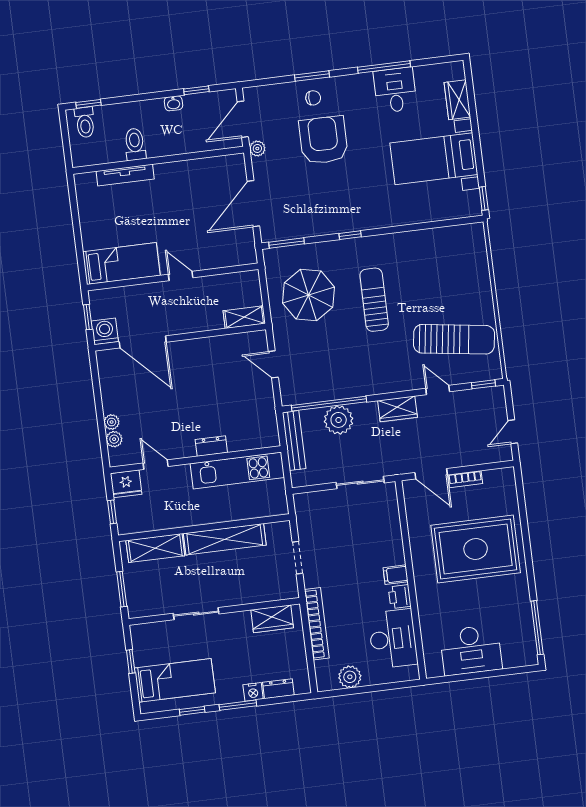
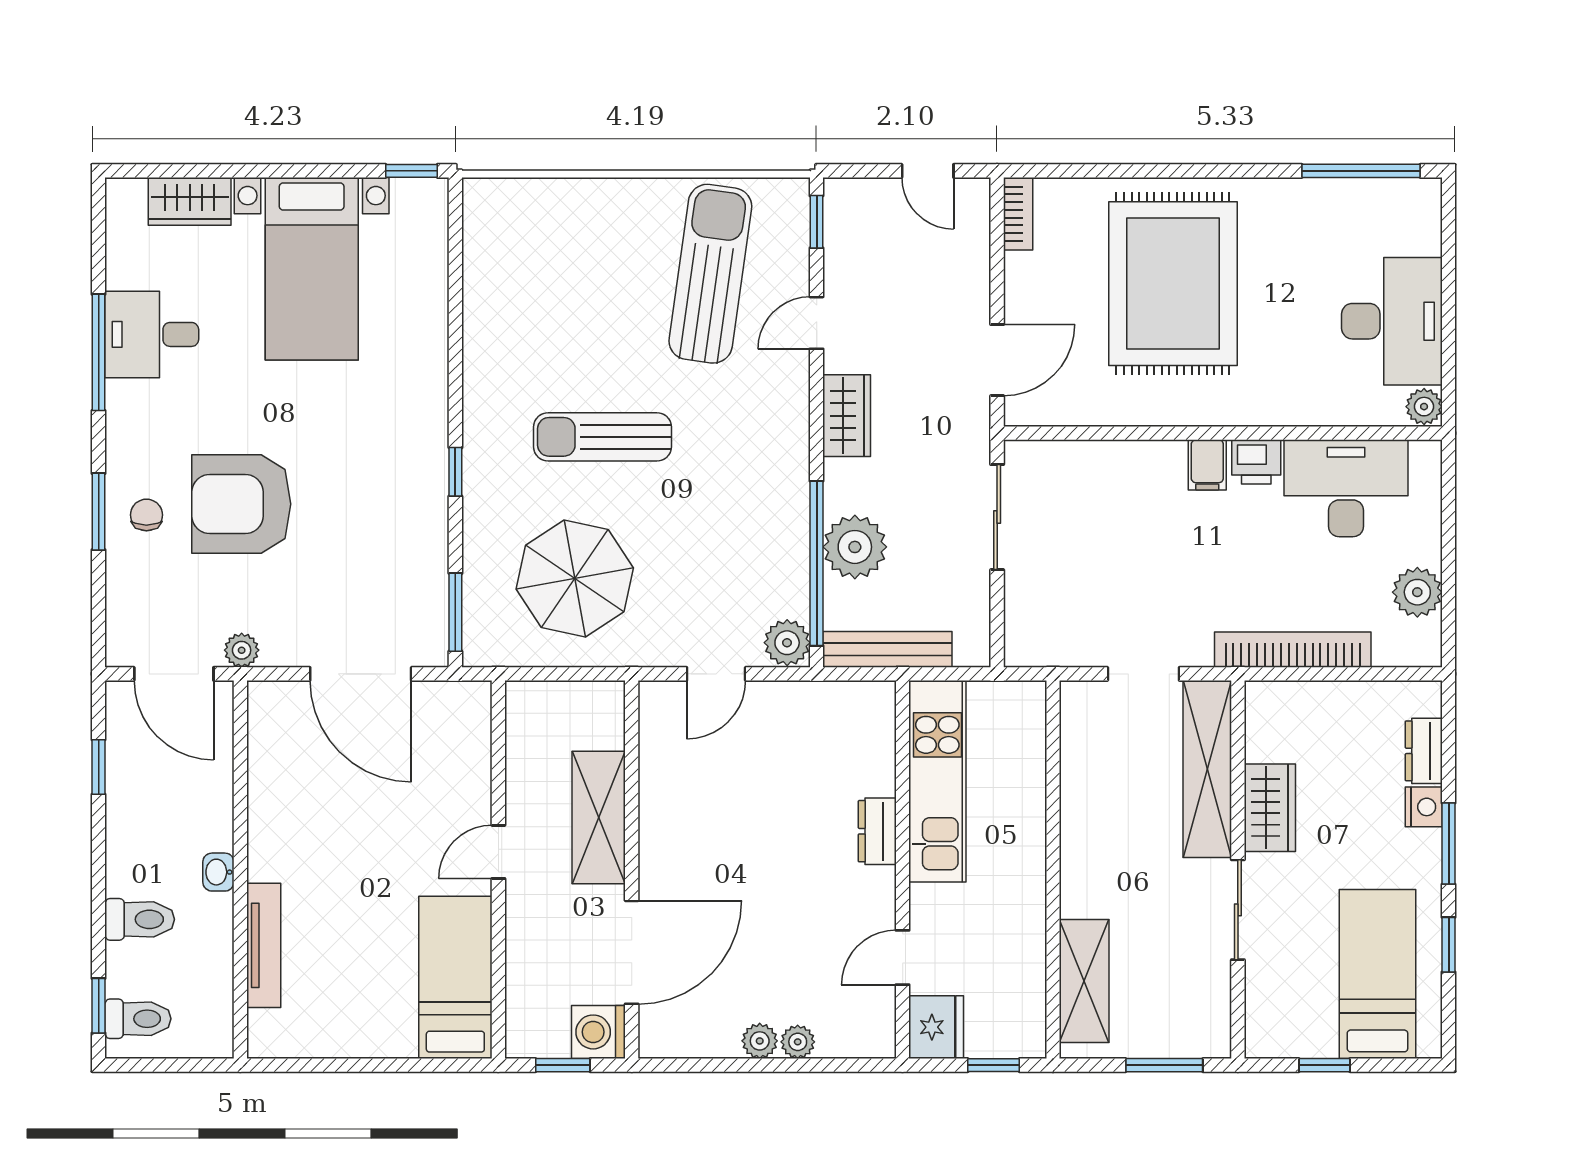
washbasin: (174, 103) -> (218, 872), moved, turned 180
toilet: (135, 144) -> (140, 919), moved, turned 180
shelving: (244, 317) -> (599, 818), moved, width x1.50, depth x1.33
plant: (291, 395) -> (787, 643), added
plant: (114, 439) -> (760, 1041), moved
bookcase: (465, 479) -> (1018, 214), moved
shelving: (225, 539) -> (1207, 769), moved
wardrobe: (272, 619) -> (1270, 808), moved
plant: (434, 669) -> (1424, 407), added

